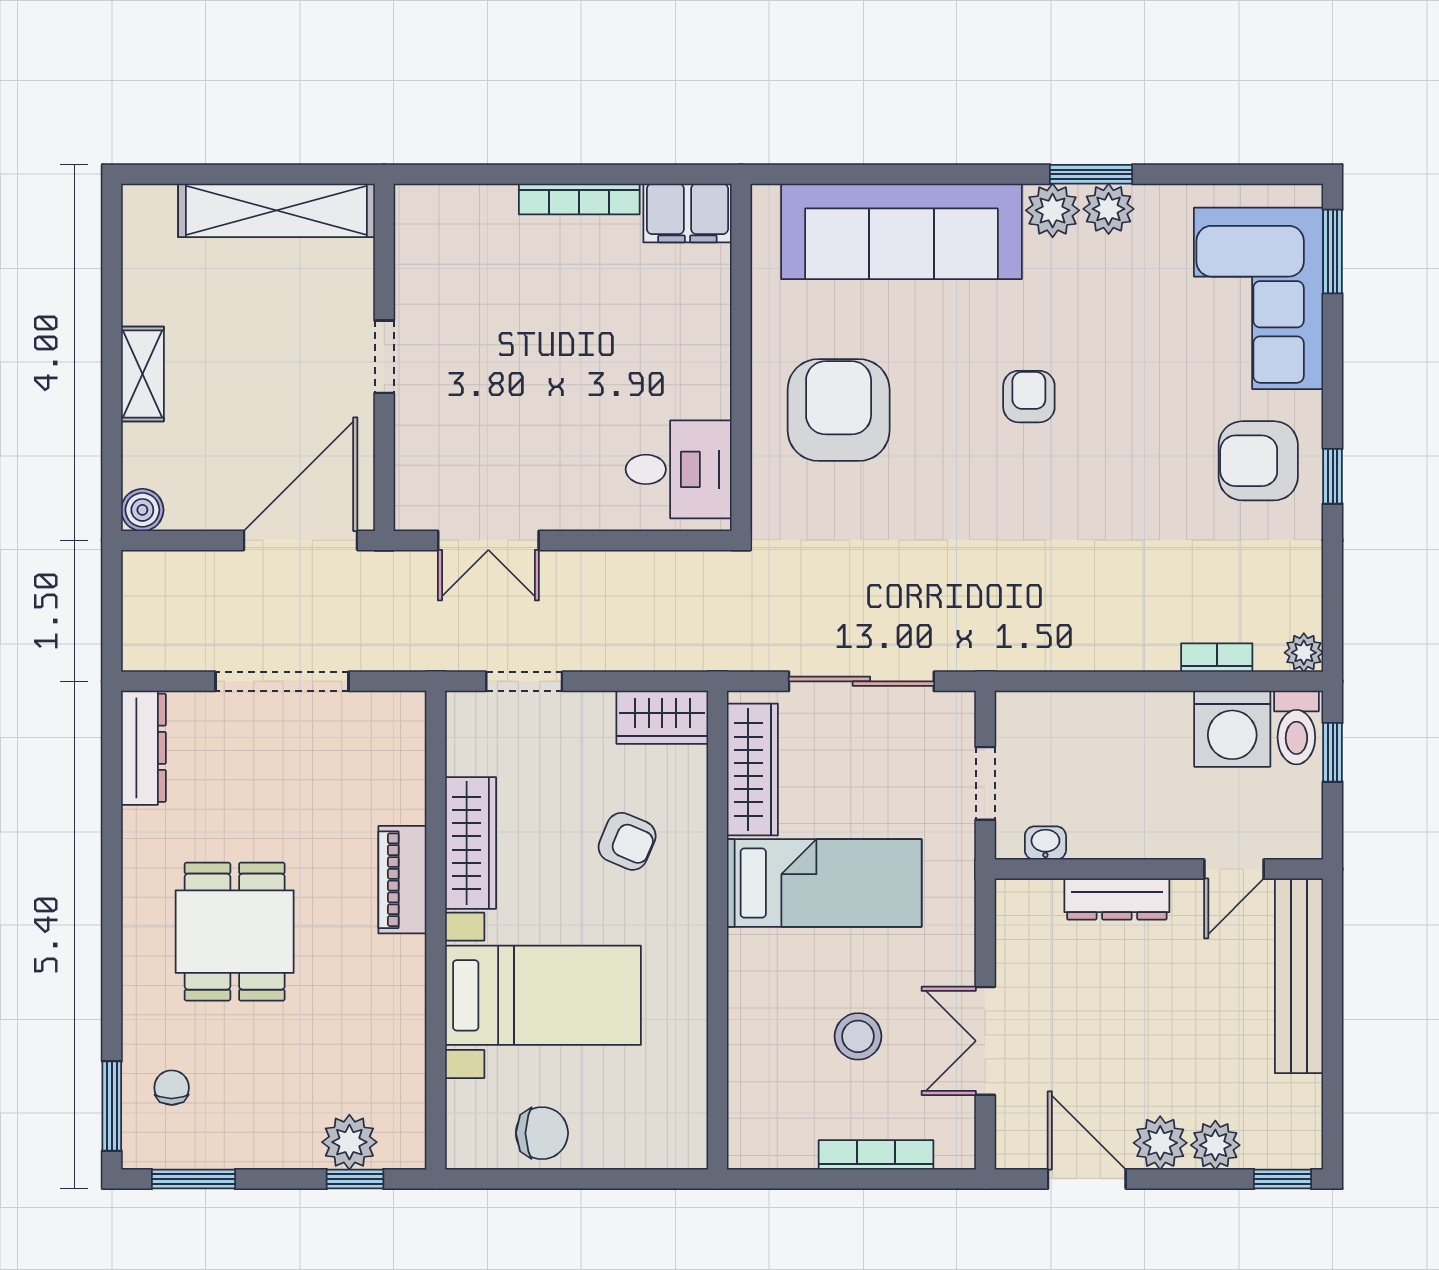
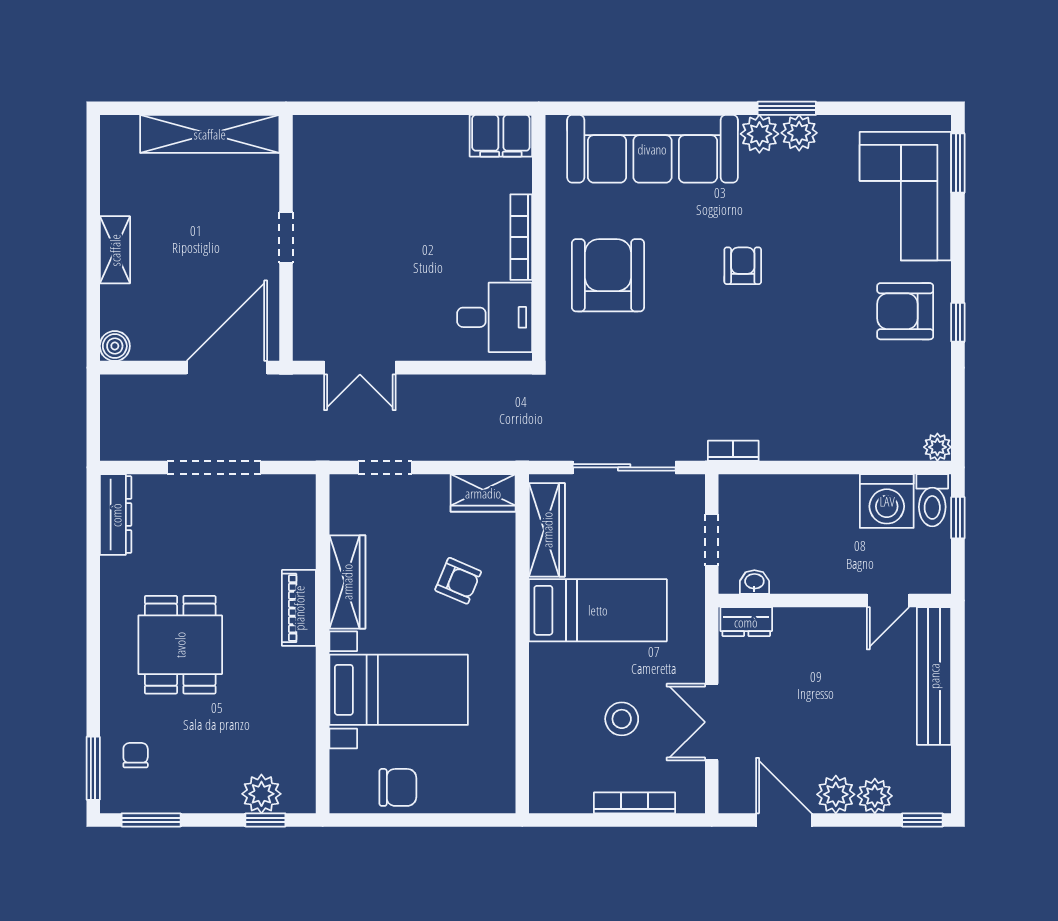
bookcase: (579, 199) -> (521, 237), moved, turned 90
bookcase: (1217, 658) -> (733, 451), moved
dresser: (1117, 899) -> (746, 622), moved, width x0.70

